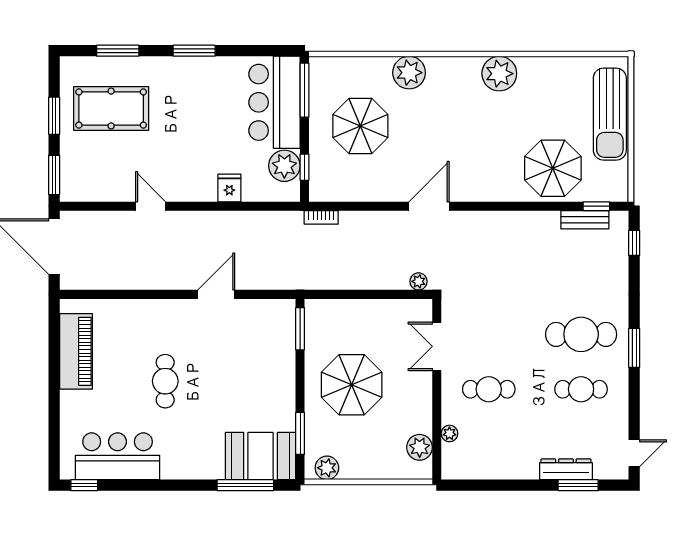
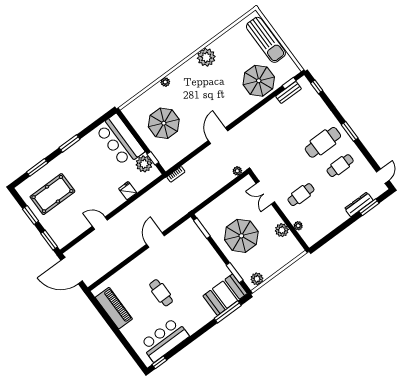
plant: (409, 73) -> (165, 82), width x0.53, depth x0.53
window: (304, 90) -> (129, 126), removed
plant: (420, 447) -> (282, 230), moved

